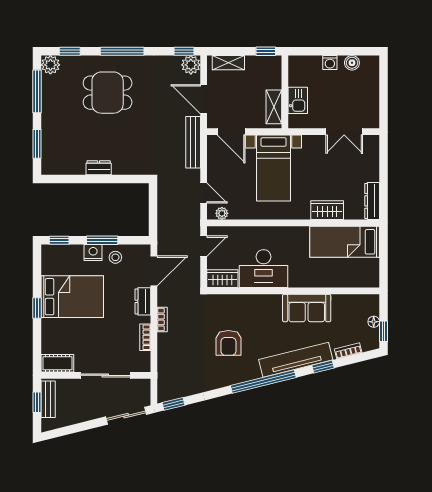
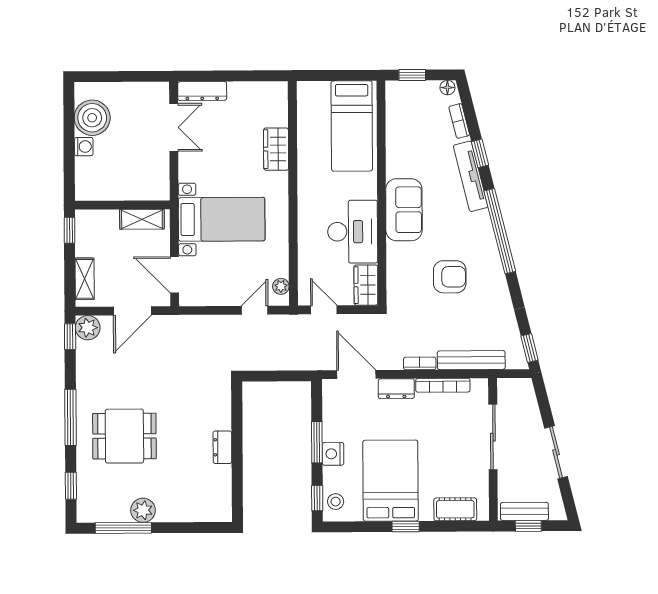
boiler: (352, 63) -> (92, 118), width x1.86, depth x1.86
plant: (50, 65) -> (143, 510), moved
dining table: (108, 93) -> (124, 436), turned 90
kitchen sink: (298, 100) -> (133, 188), removed
door: (231, 132) -> (175, 275), swing flipped
bench: (193, 142) -> (471, 360), moved
window: (37, 144) -> (192, 528), removed
dresser: (372, 201) -> (202, 91), moved
bed: (345, 242) -> (352, 126), moved
stool: (115, 257) -> (336, 502), moved
sofa: (307, 308) -> (404, 210), moved
floor lamp: (374, 322) -> (447, 88), moved
window: (384, 331) -> (412, 75), moved
bookcase: (145, 337) -> (443, 385), width x1.56
tv unit: (296, 360) -> (471, 176), width x0.73, depth x0.78
cot: (57, 363) -> (455, 509), moved, turned 90
sliding door: (126, 416) -> (556, 452), moved

